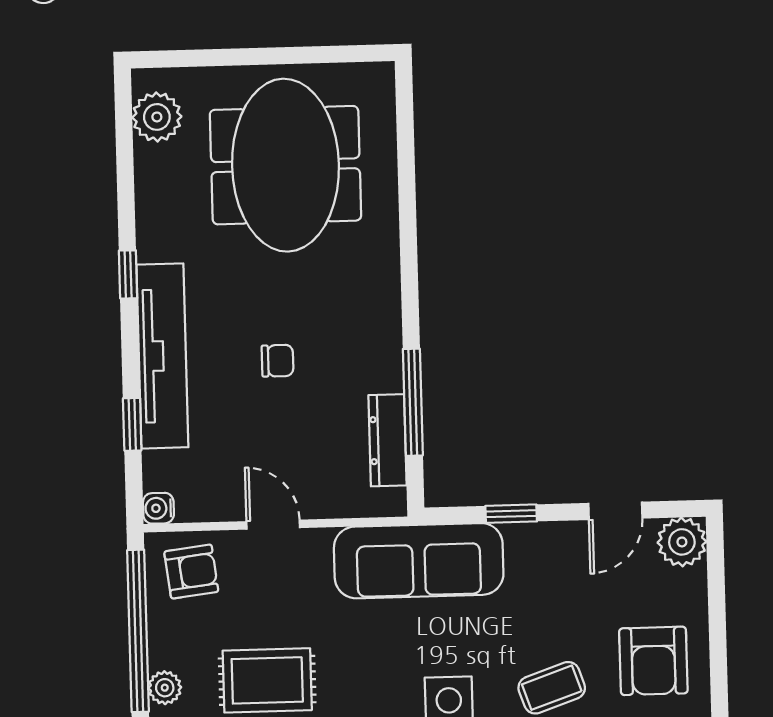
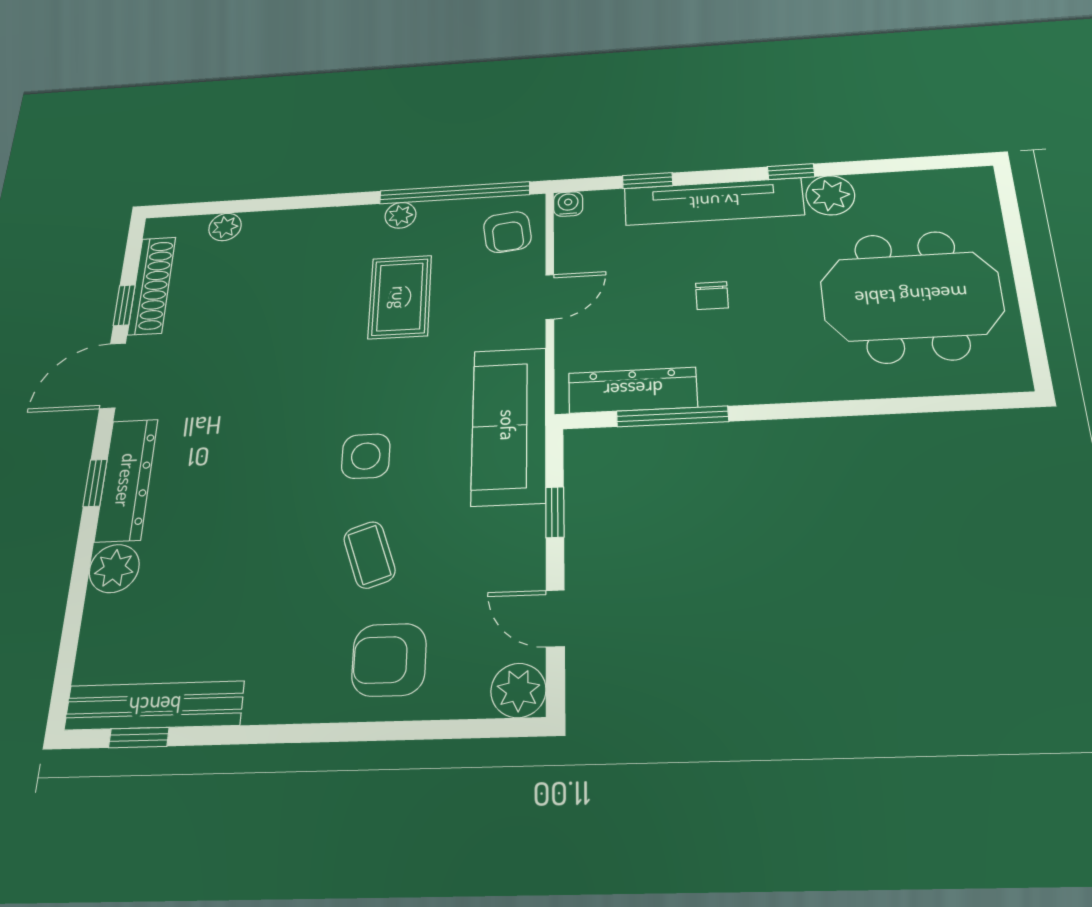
plant: (157, 117) -> (830, 195), moved
dresser: (387, 440) -> (633, 390), width x1.37, depth x1.24

